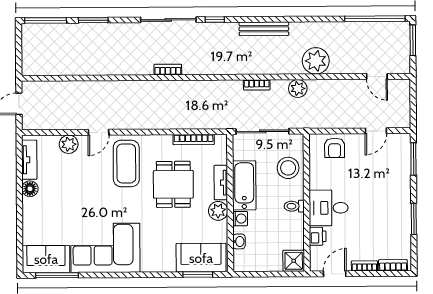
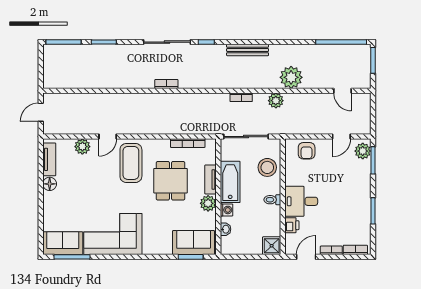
plant: (401, 148) -> (363, 151), added

